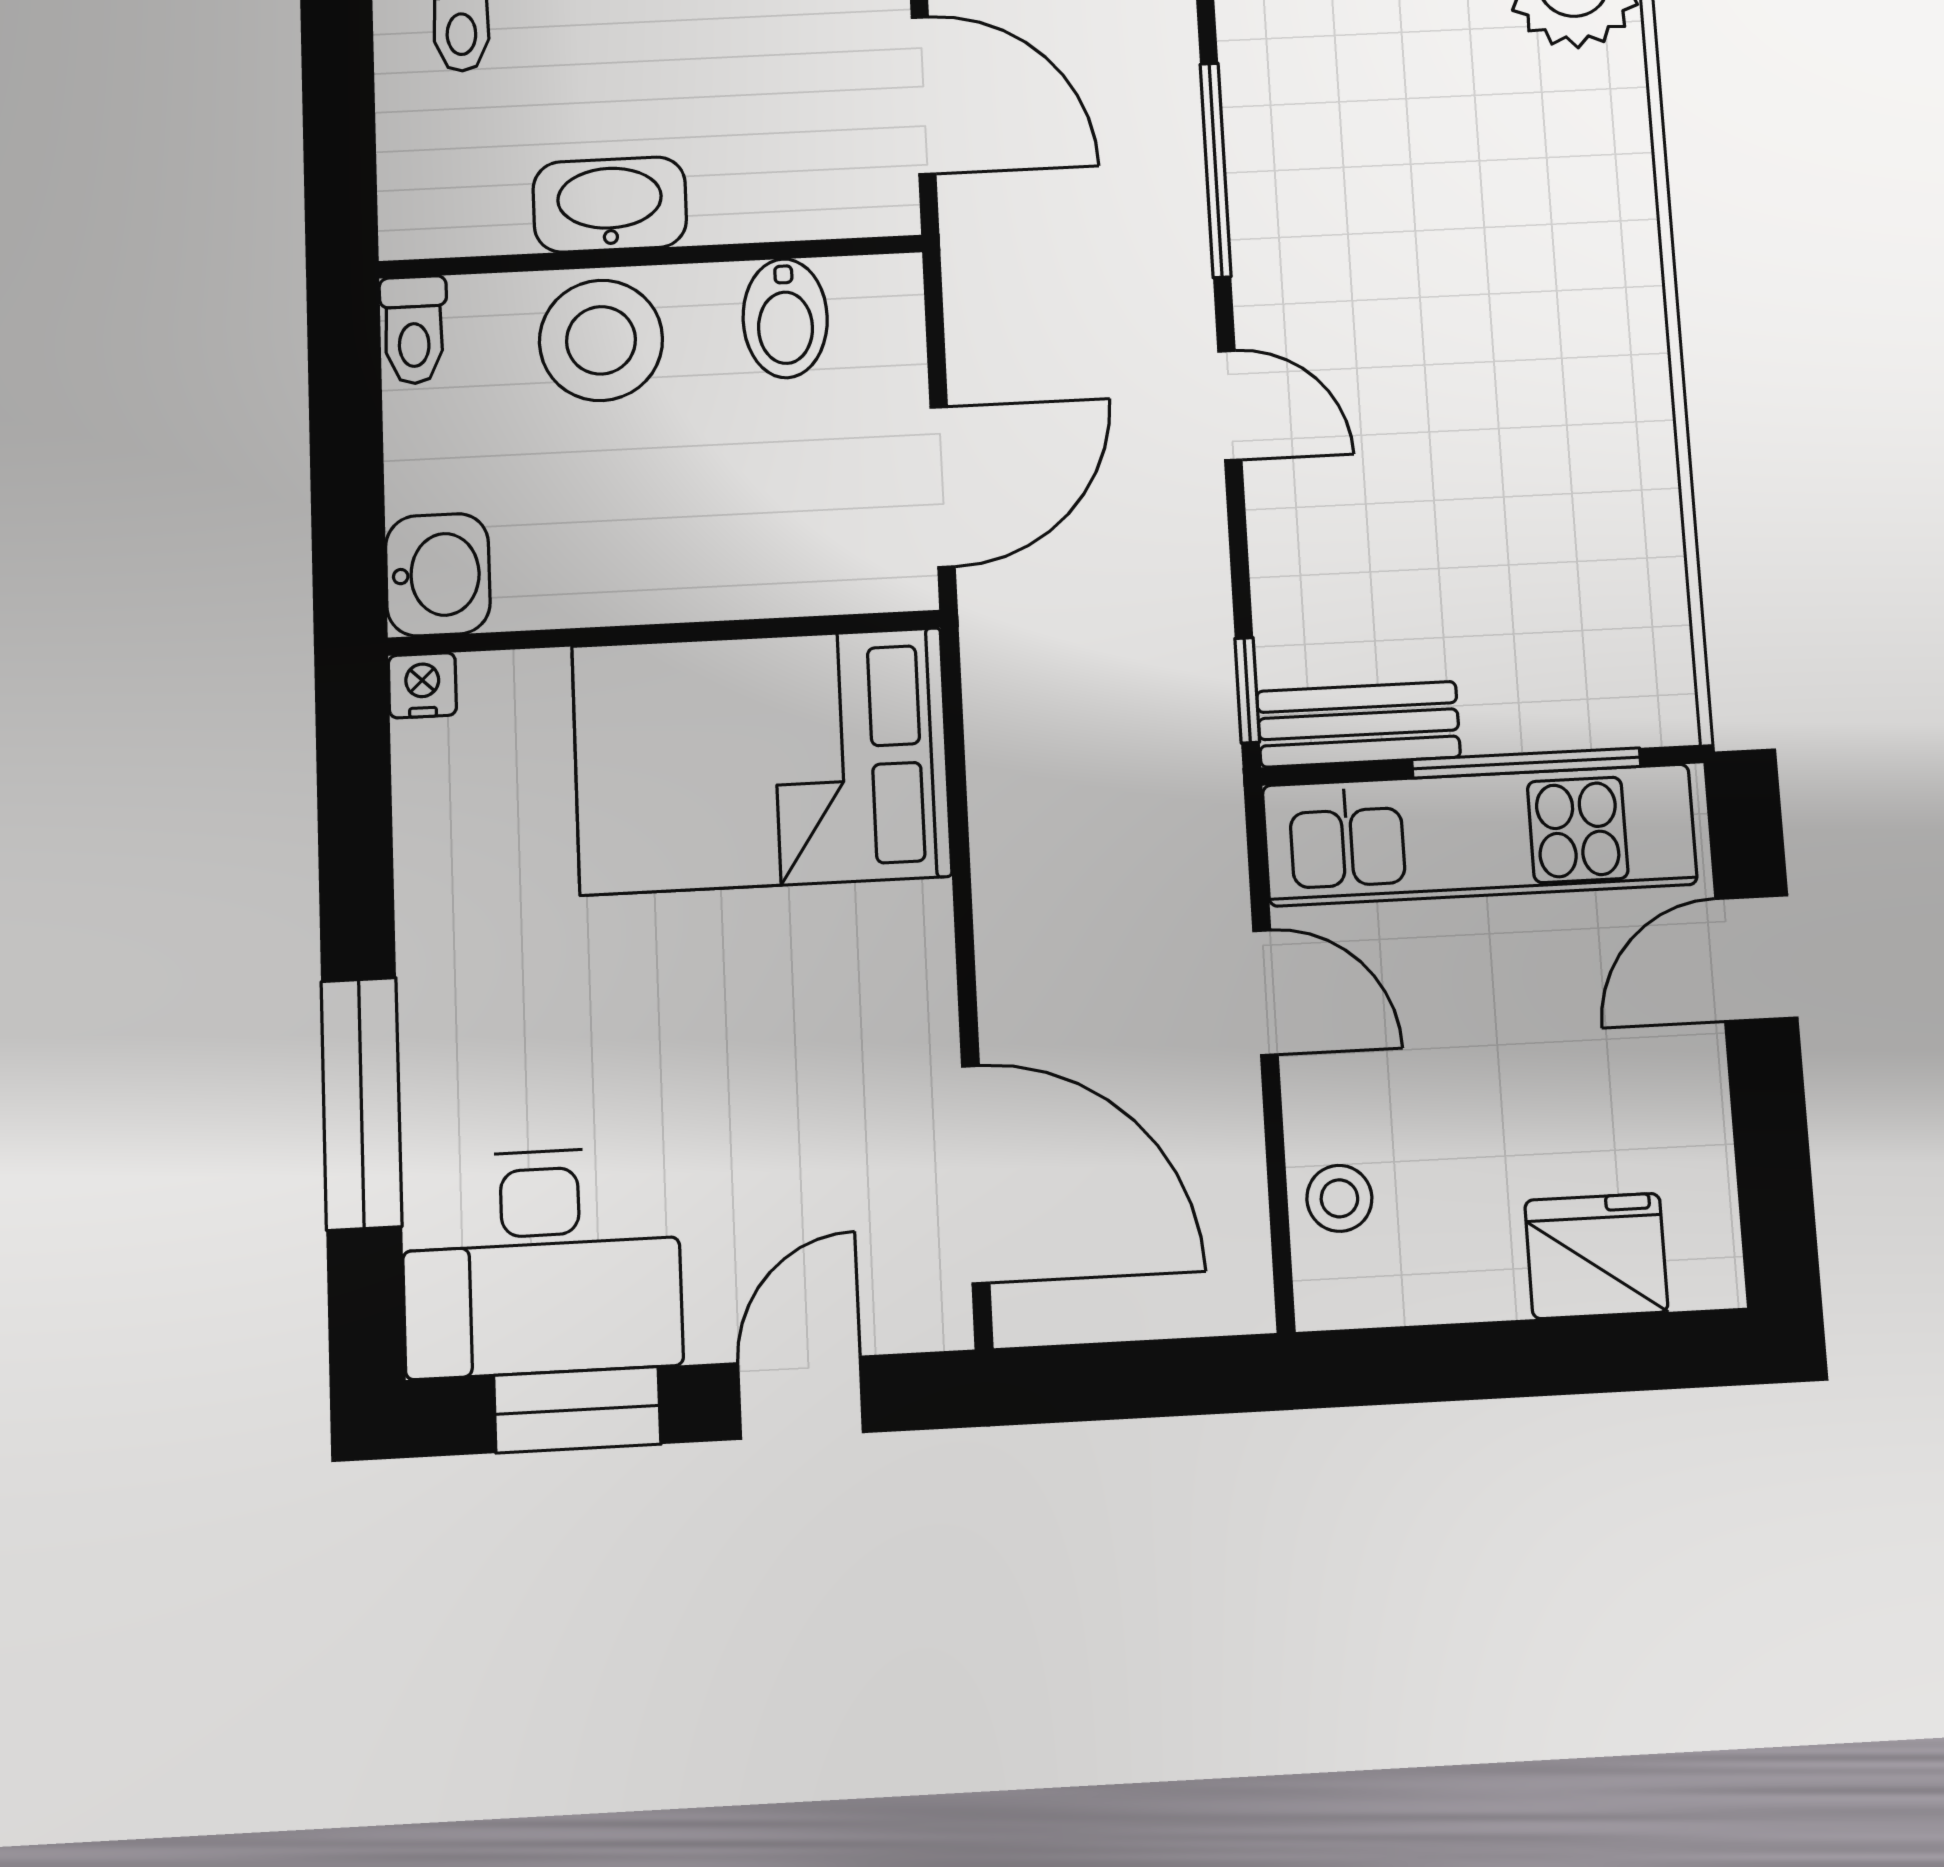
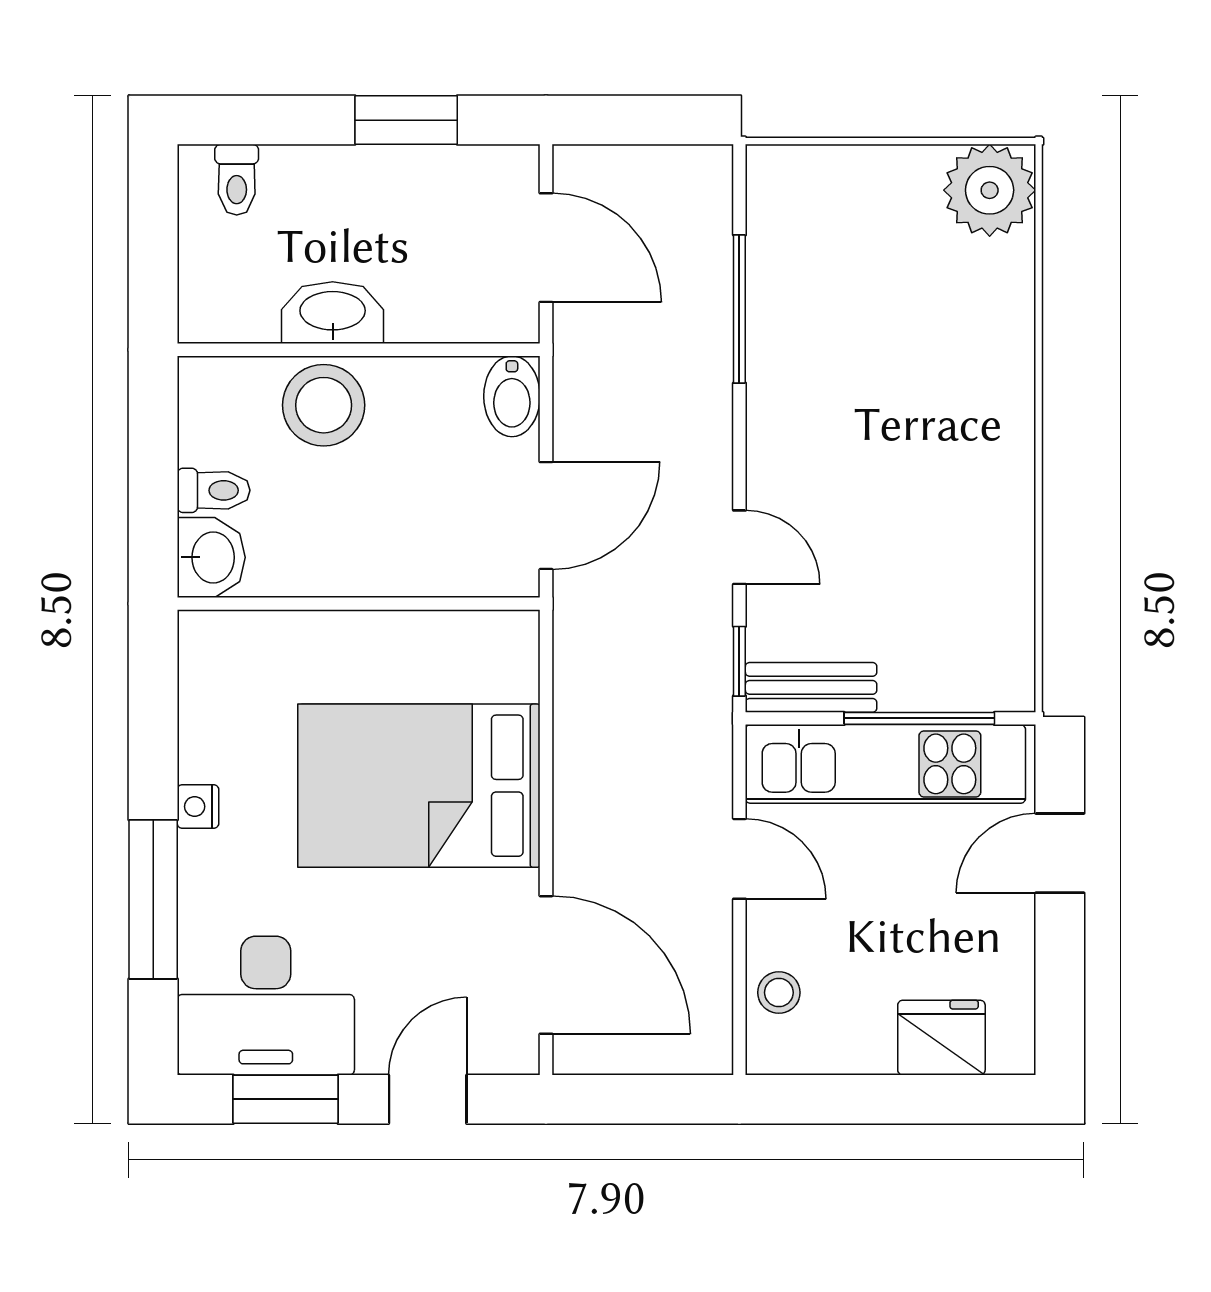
bidet: (785, 318) -> (512, 396), moved
toilet: (414, 330) -> (214, 490), moved, turned -90
door: (1230, 405) -> (739, 547), moved
nightstand: (422, 685) -> (198, 807), moved, turned -90
bed: (761, 761) -> (419, 786), moved

